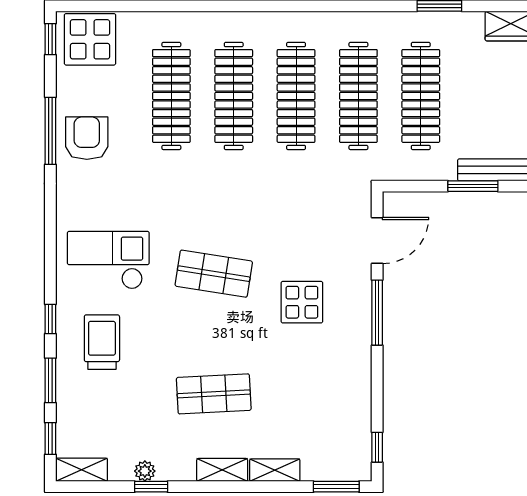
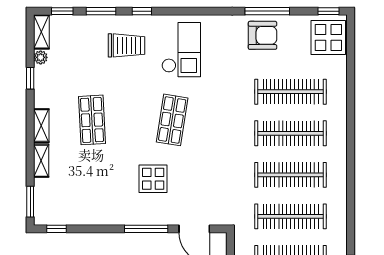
plant: (145, 471) -> (41, 57), moved

